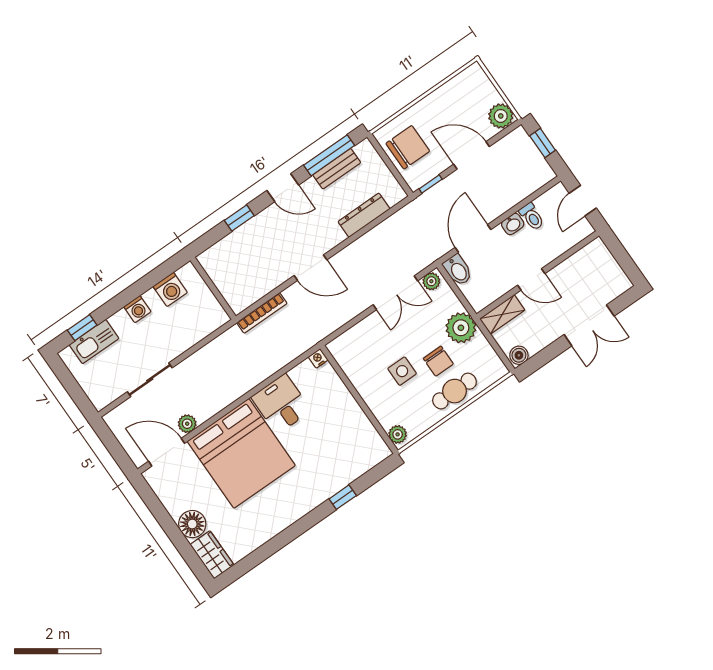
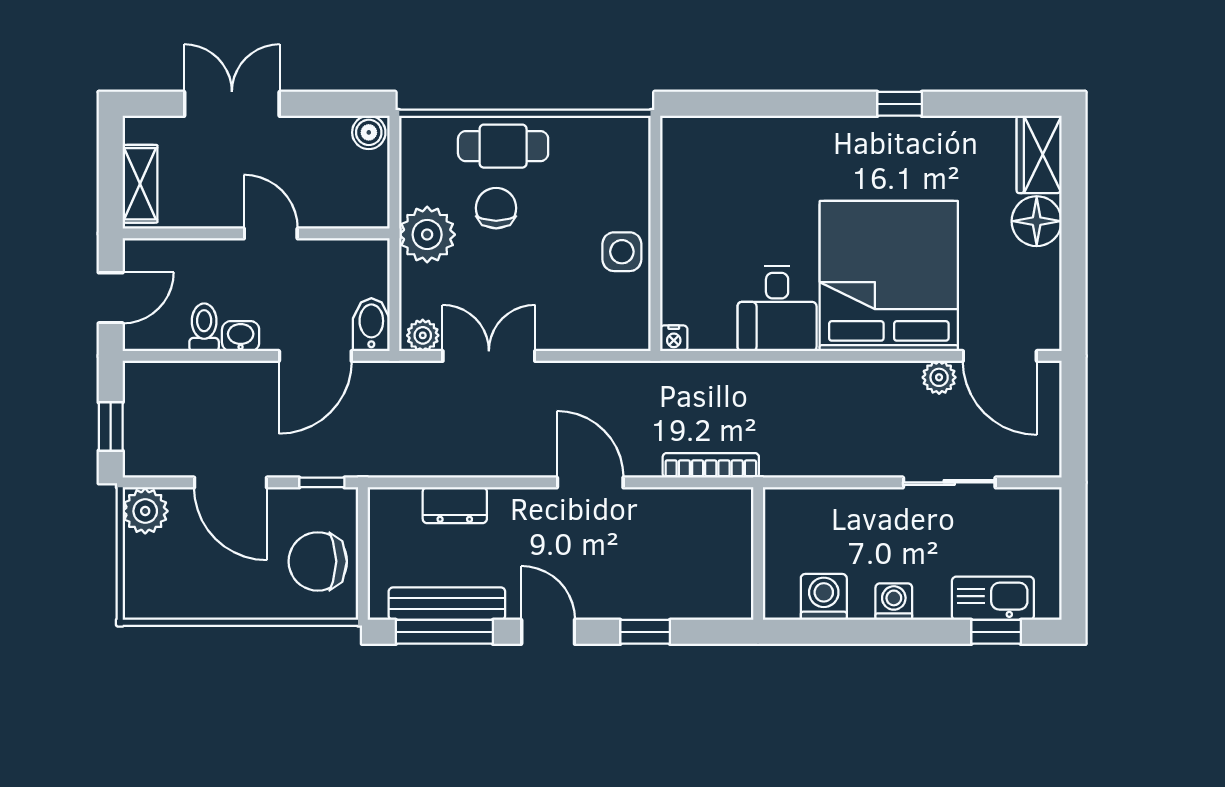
bench: (337, 169) -> (447, 604), width x1.36
dresser: (364, 215) -> (455, 505), width x0.70
shelving: (502, 314) -> (140, 184), moved, turned 90
side table: (402, 371) -> (622, 252), moved
plant: (398, 434) -> (634, 141), removed
window: (343, 497) -> (900, 104), moved

